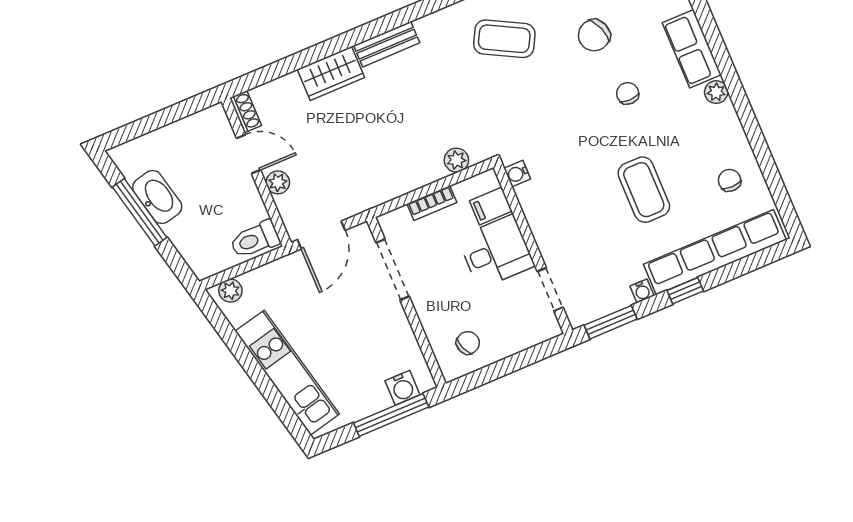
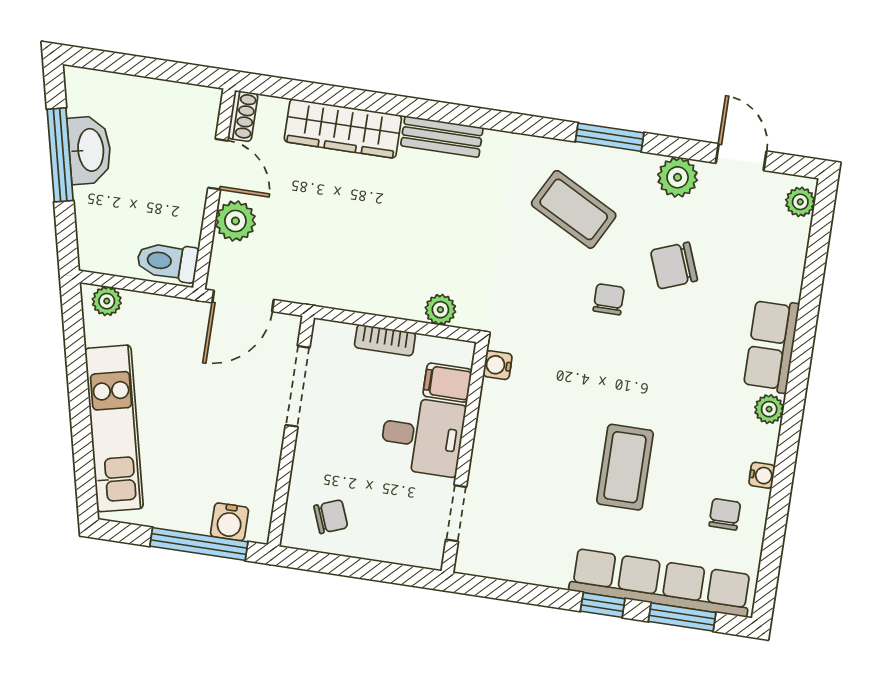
wardrobe: (331, 73) -> (343, 128), width x1.50
chair: (628, 93) -> (609, 299), moved
plant: (278, 182) -> (235, 221), width x1.38, depth x1.38
water cooler: (642, 291) -> (762, 475), moved, turned -90
window: (611, 322) -> (682, 617), moved

